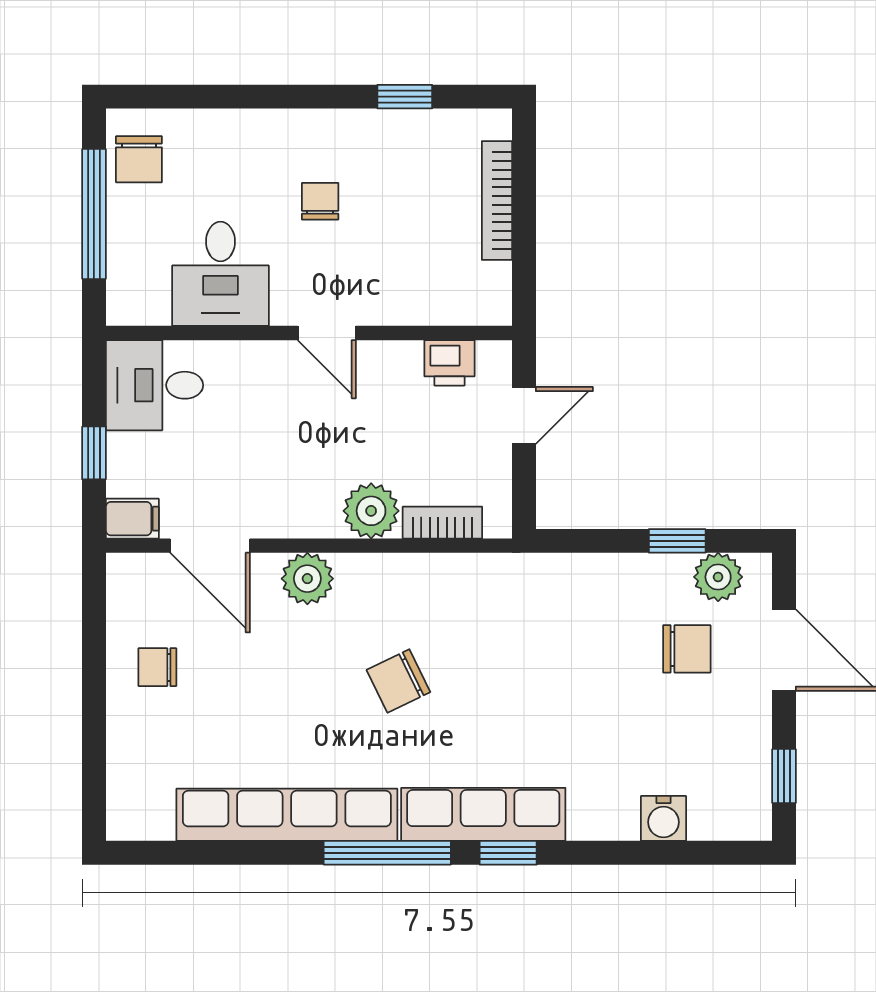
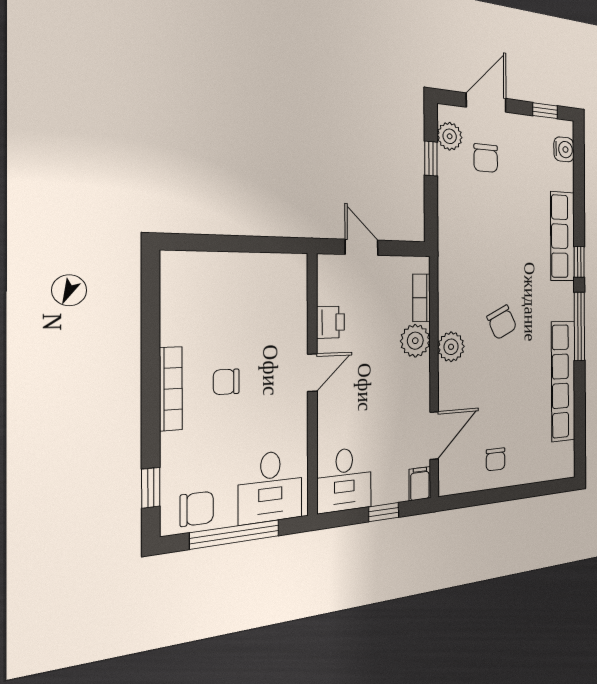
window: (405, 97) -> (151, 488), moved
bookcase: (497, 200) -> (171, 389), moved, turned -90
desk: (220, 274) -> (270, 487), moved, turned 90
printer: (450, 363) -> (331, 322), moved
plant: (307, 579) -> (451, 347), moved
chair: (687, 649) -> (486, 158), turned 180
row of seats: (483, 814) -> (562, 236), moved
water cooler: (663, 818) -> (564, 149), moved

